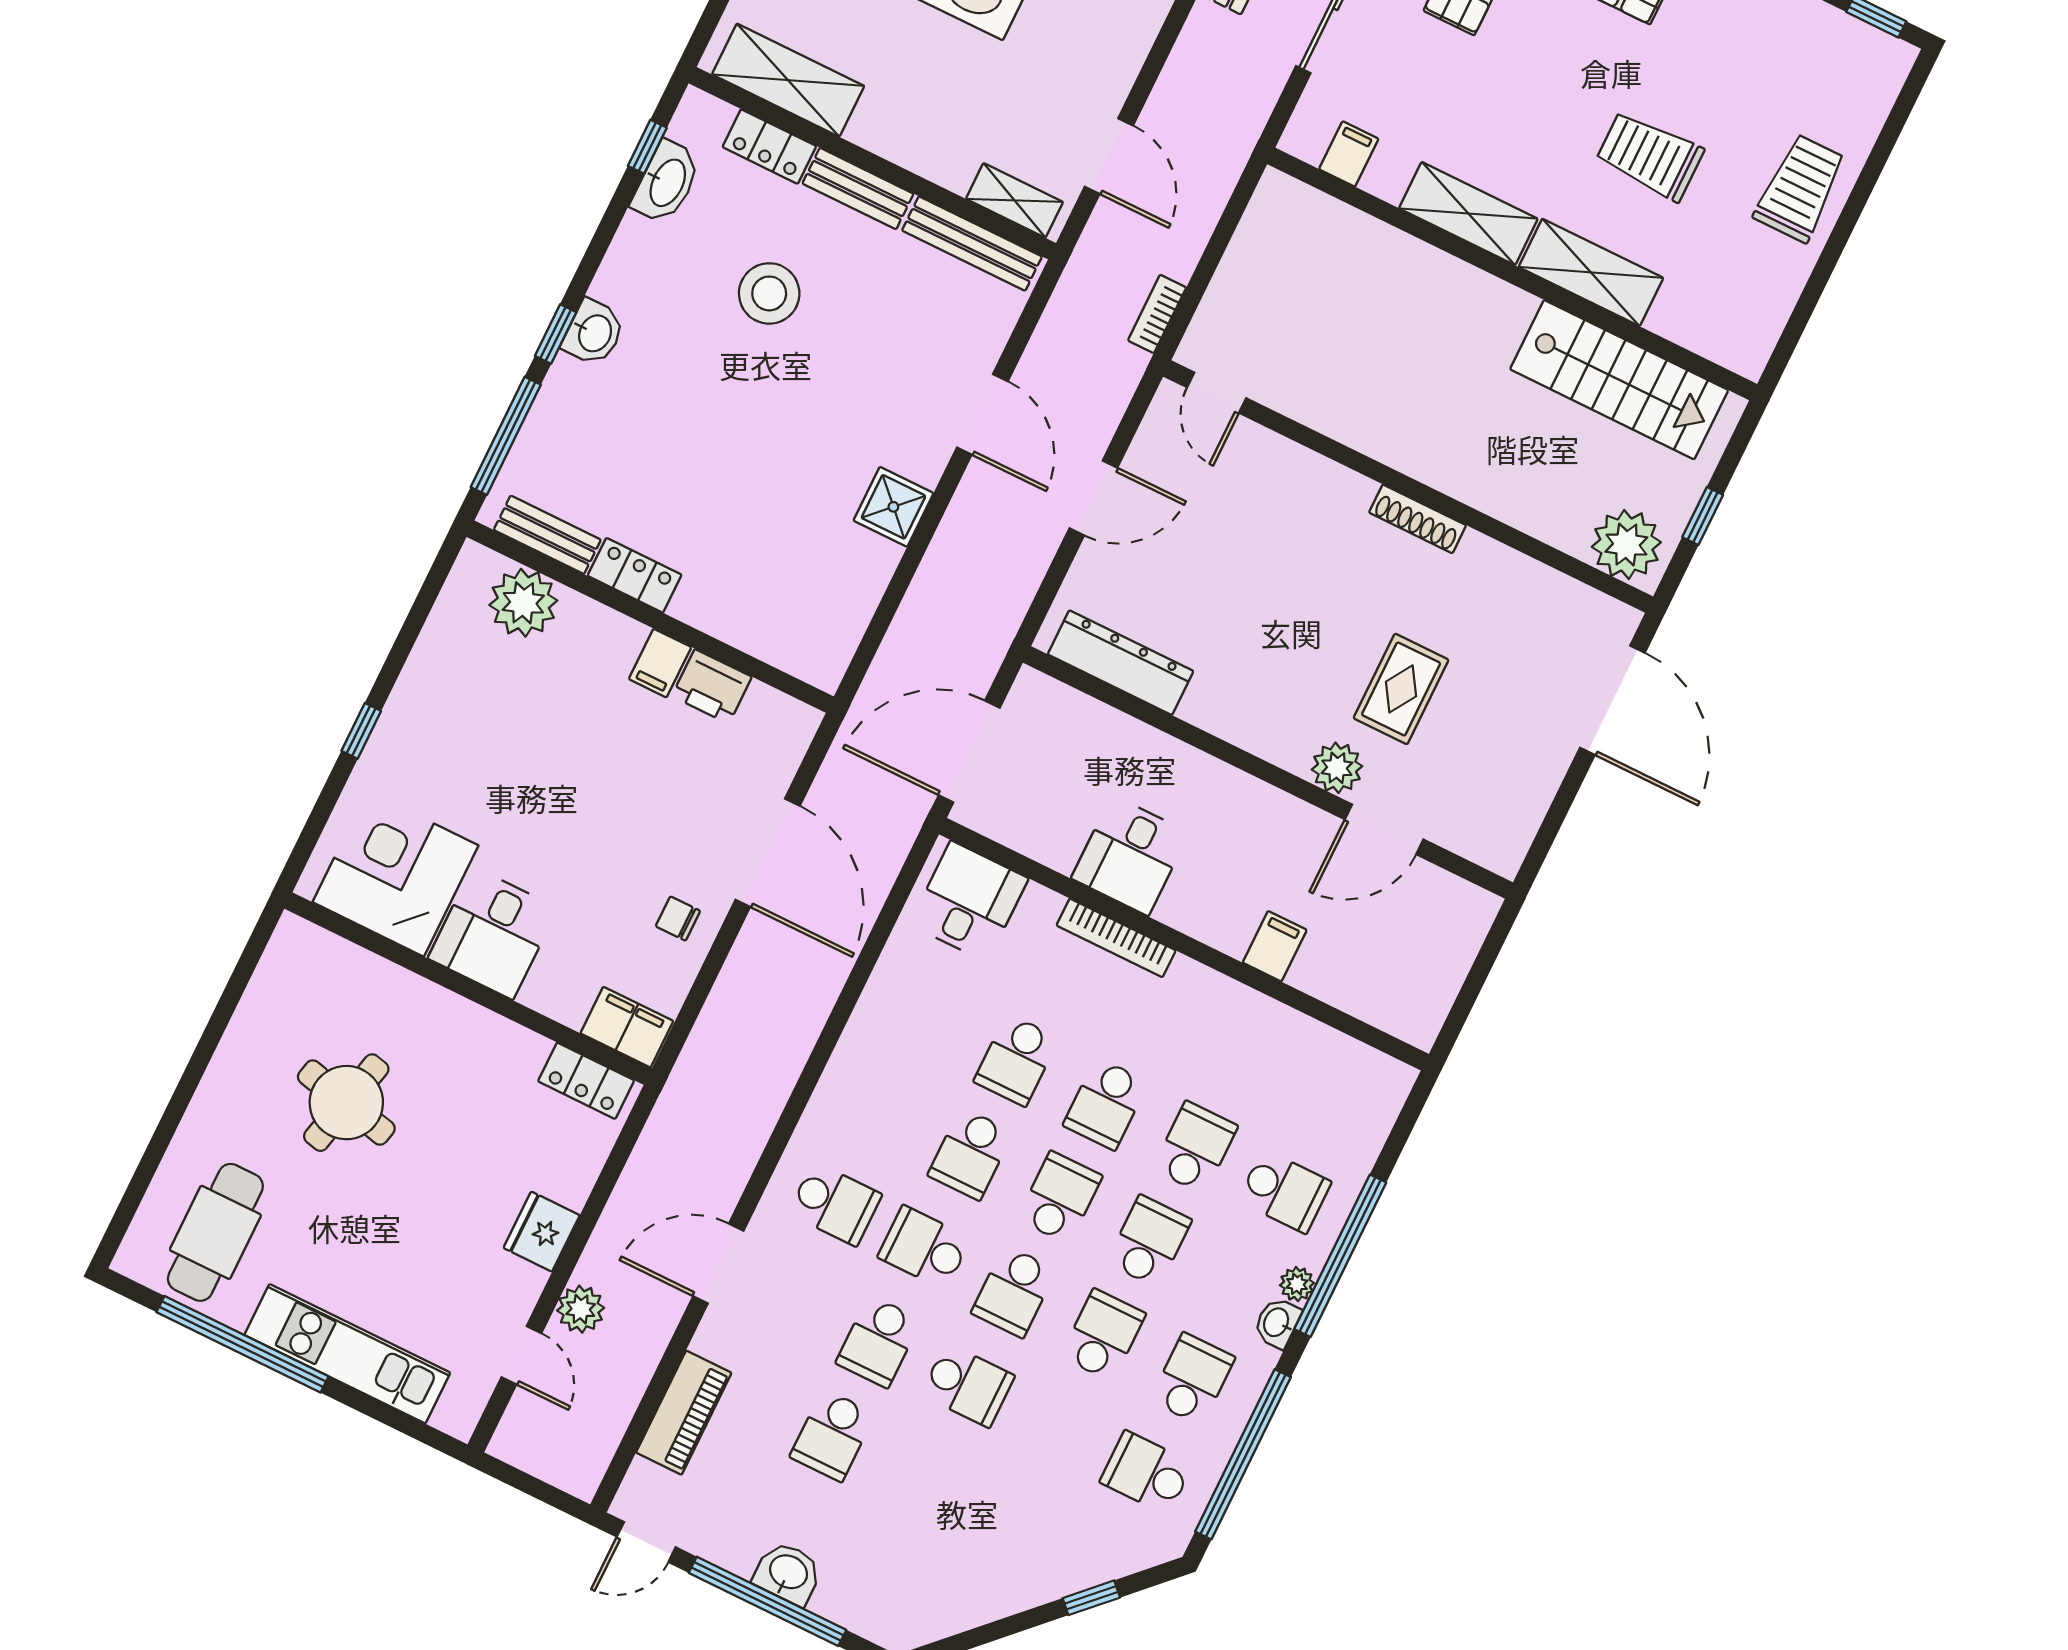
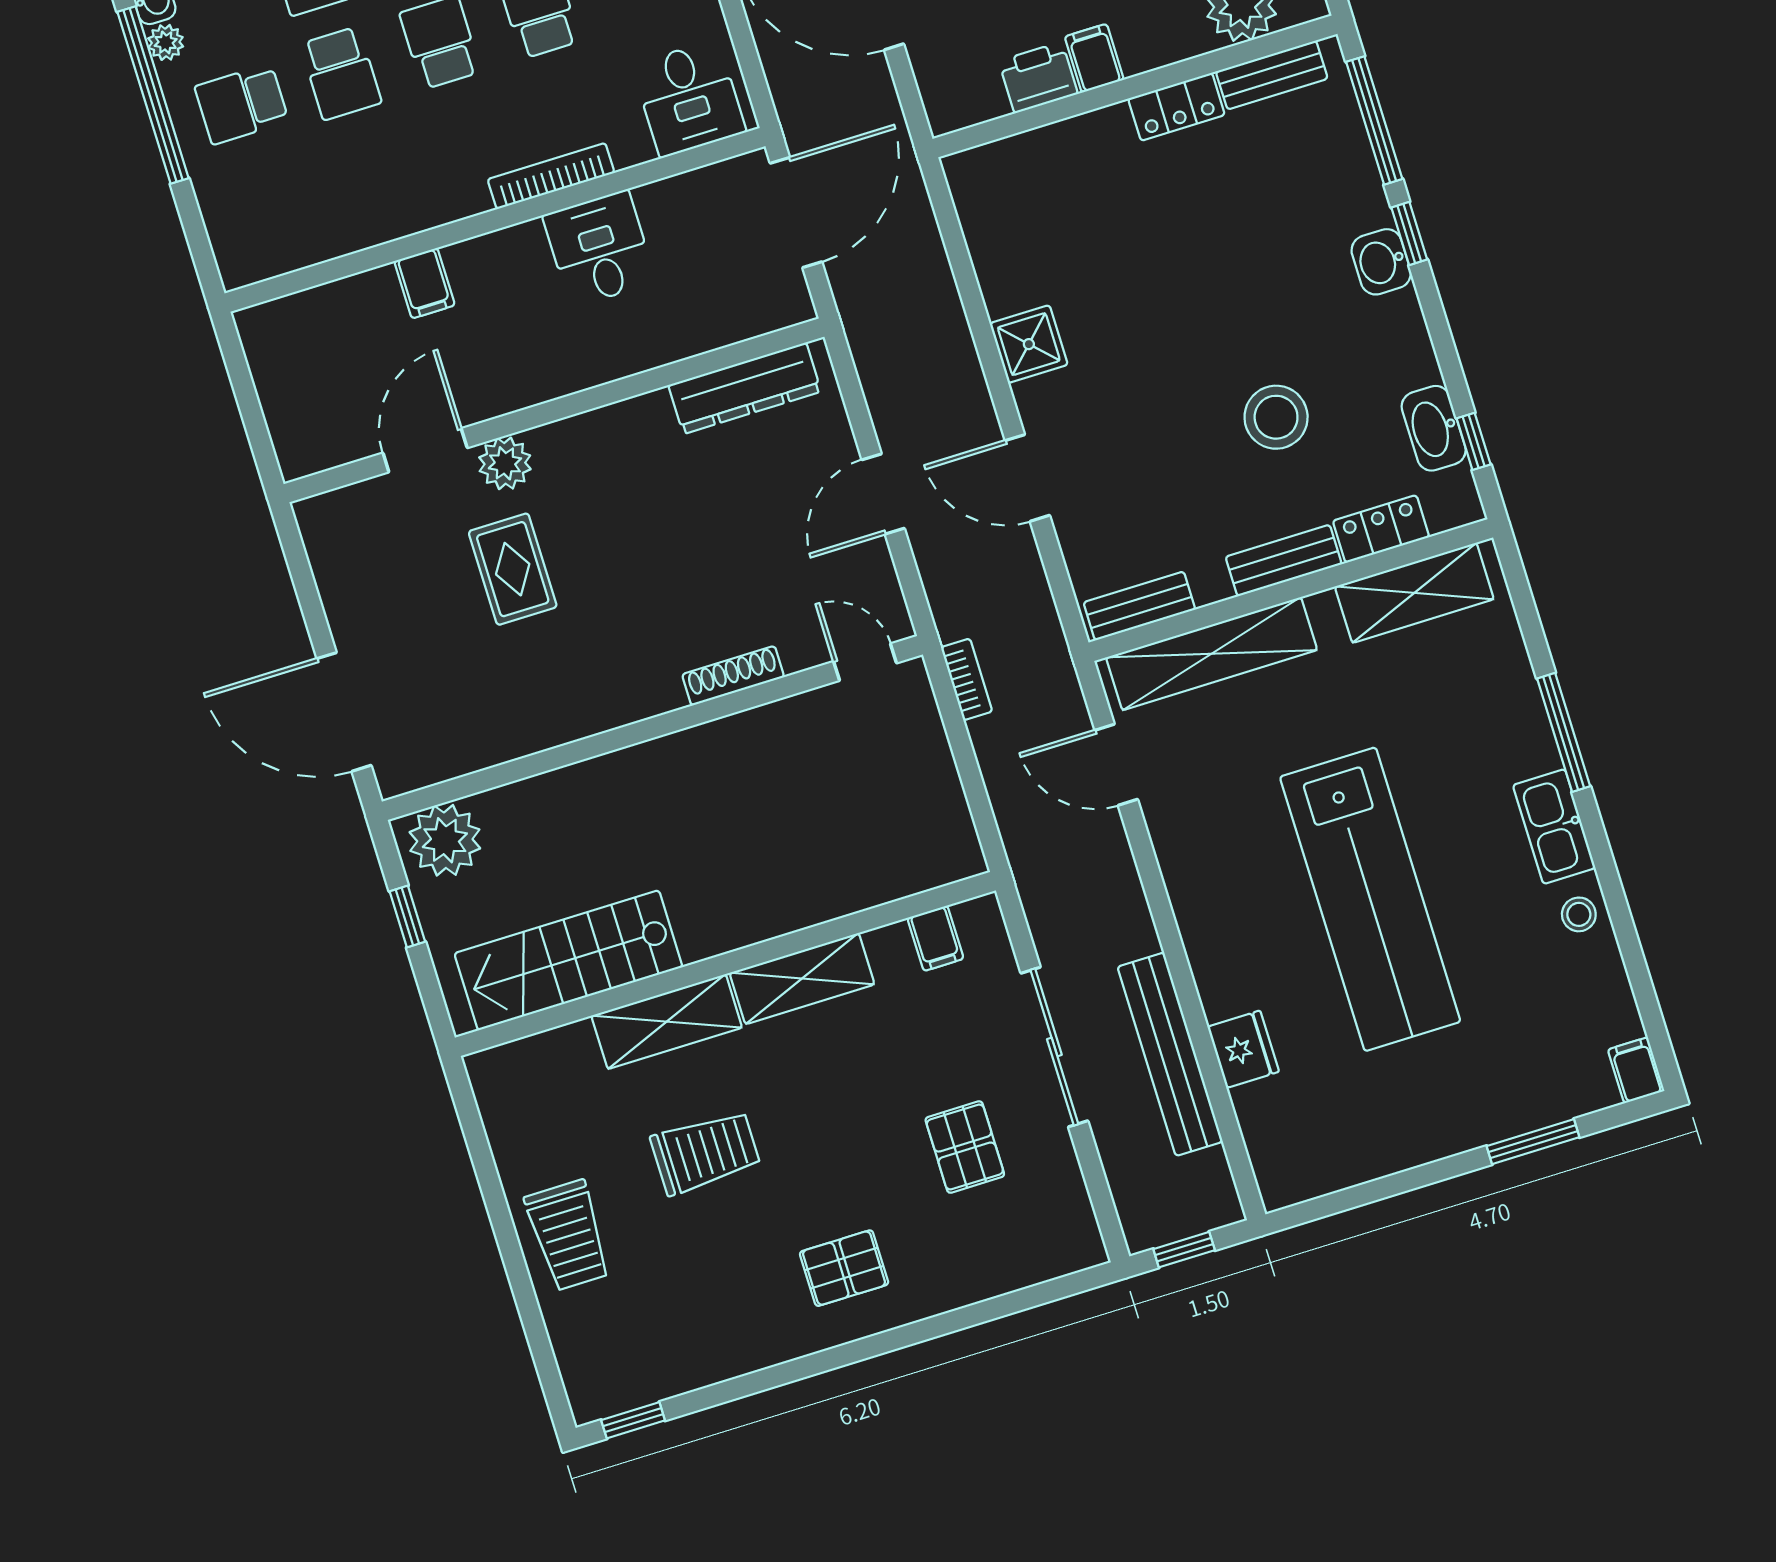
shelving: (1014, 200) -> (1212, 654), width x2.20, depth x1.33
bench: (972, 244) -> (1139, 606), width x0.73
shoe rack: (1418, 519) -> (733, 676), moved

